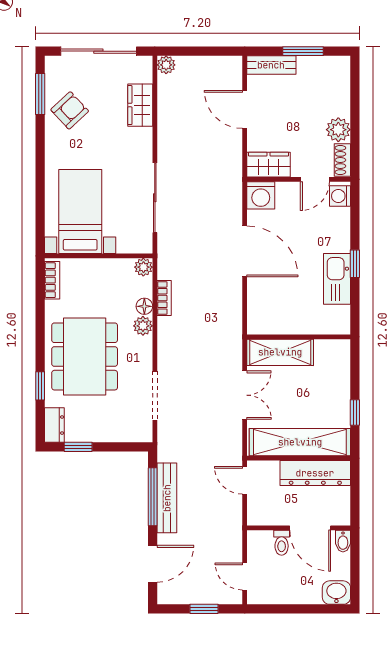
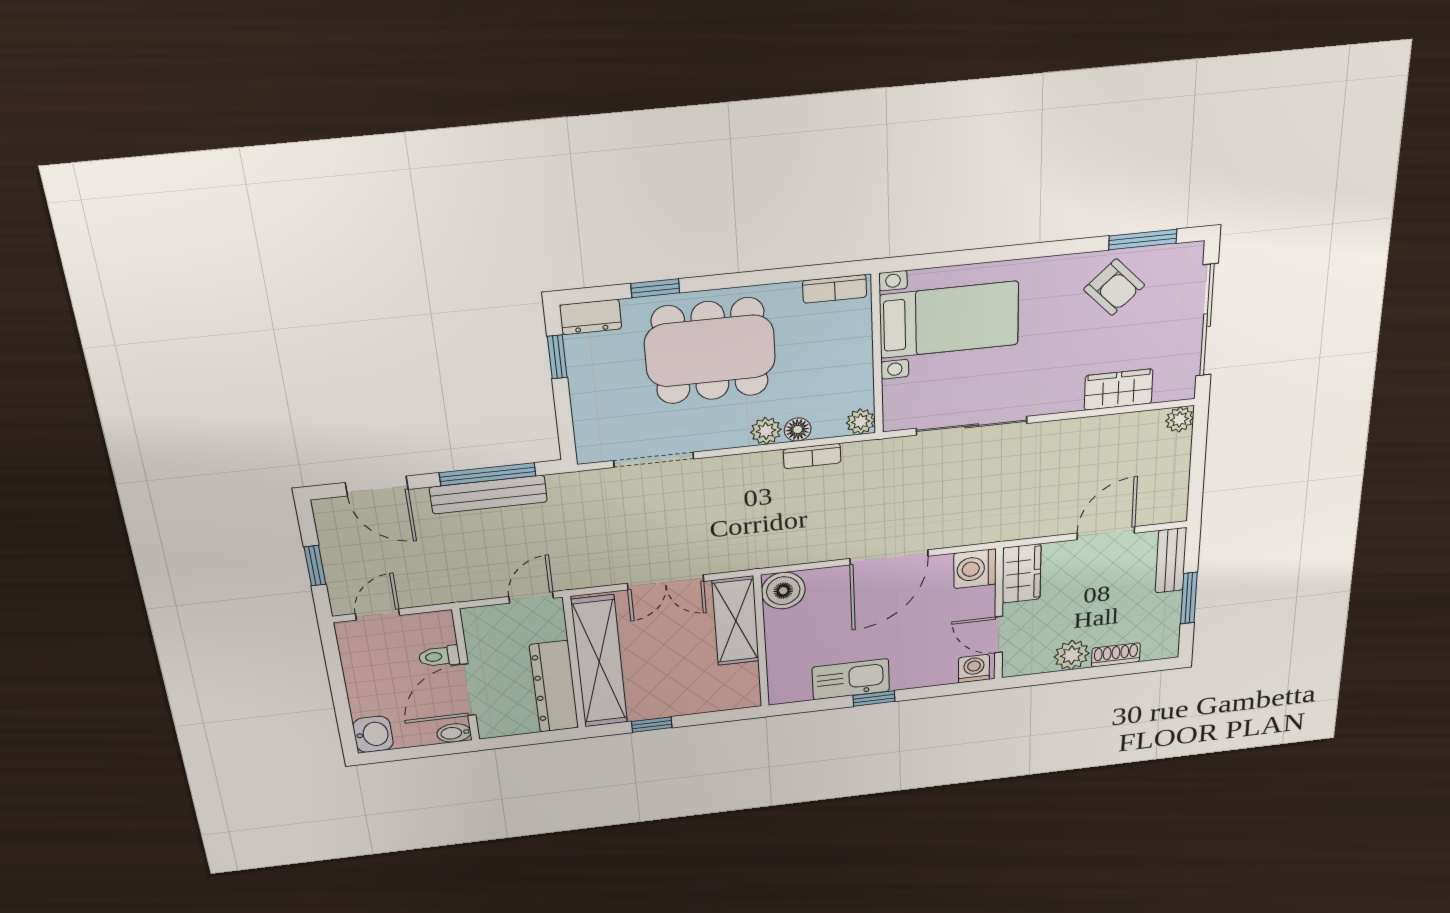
shoe rack: (342, 160) -> (1116, 655), moved
boiler: (261, 320) -> (783, 591), added

